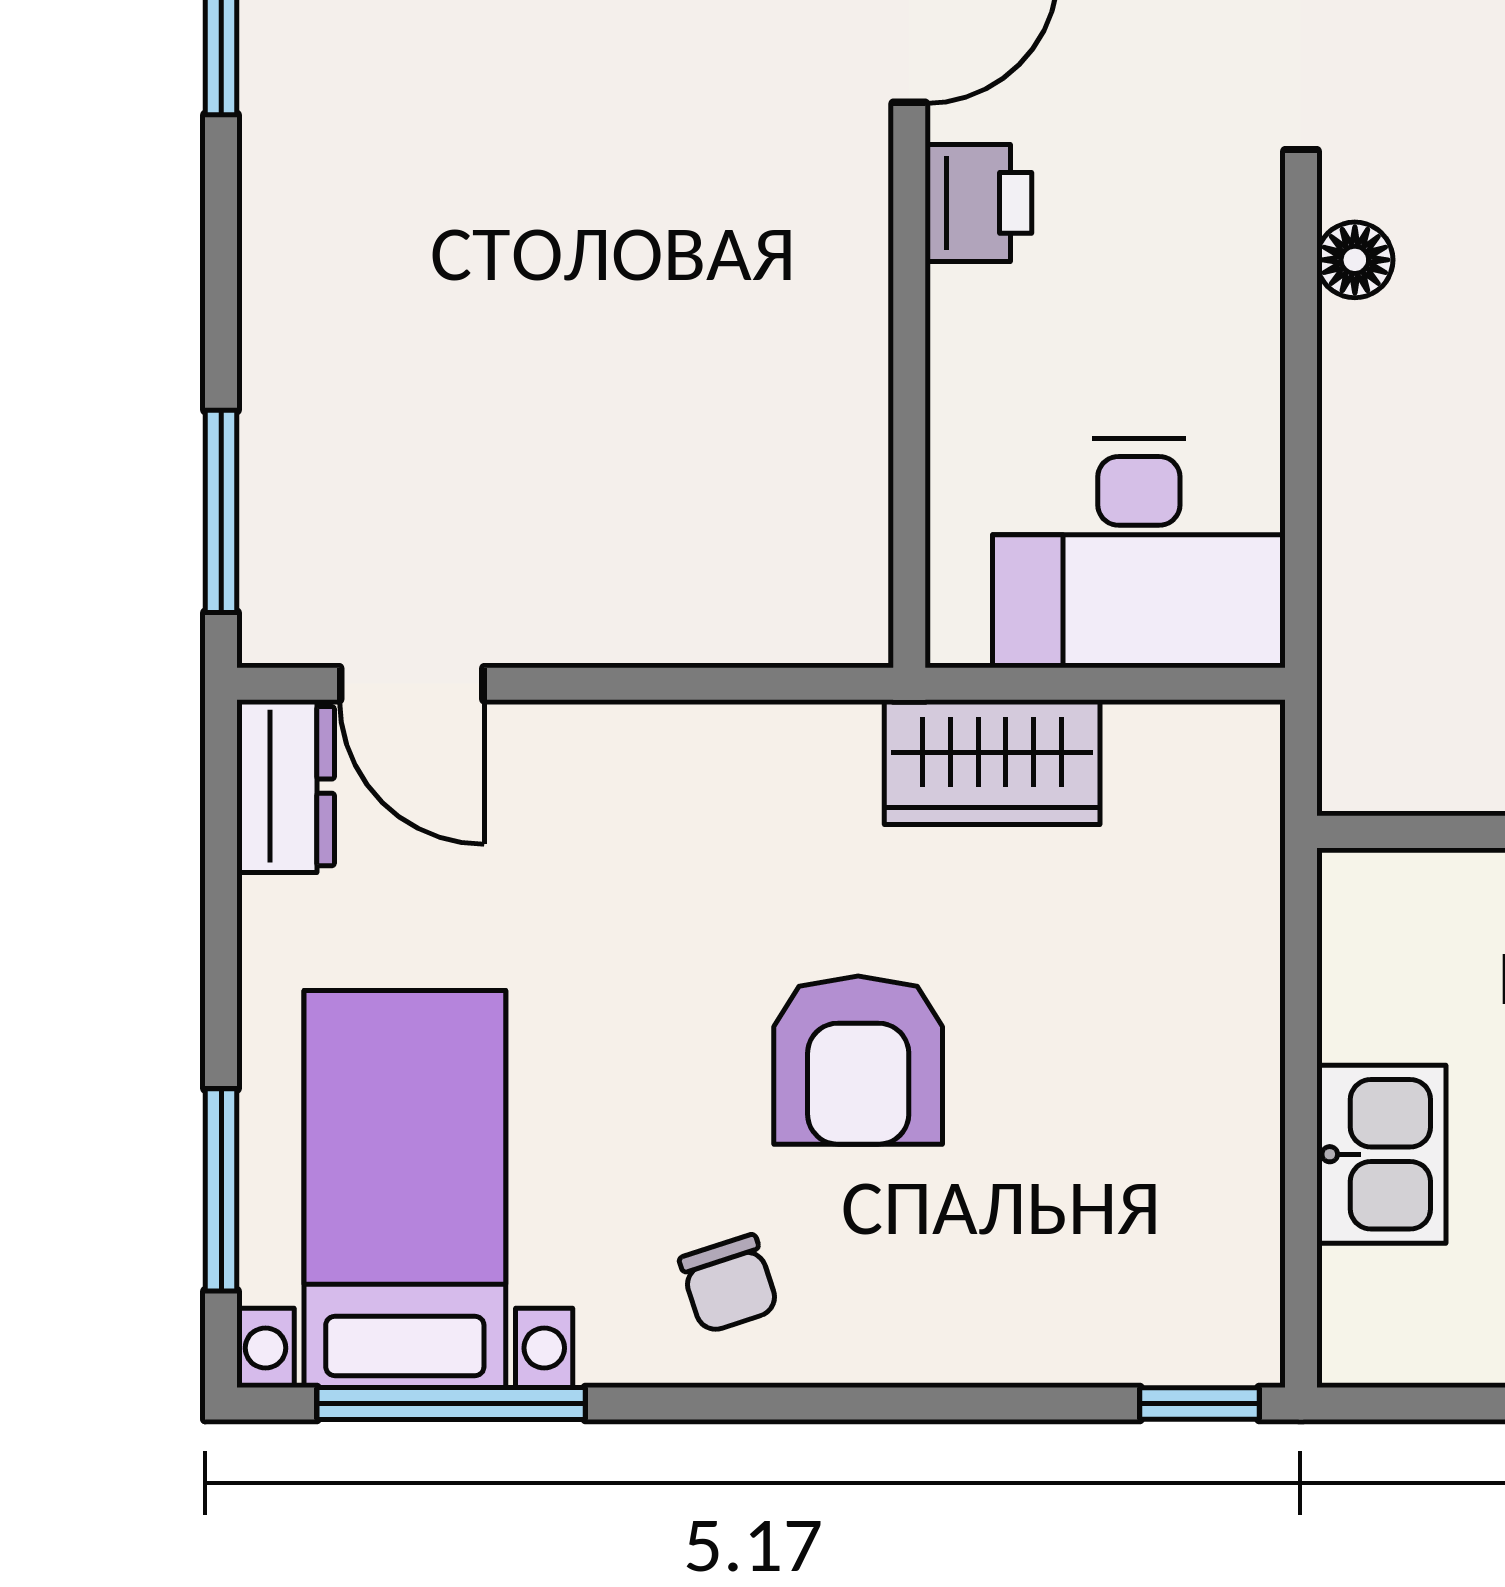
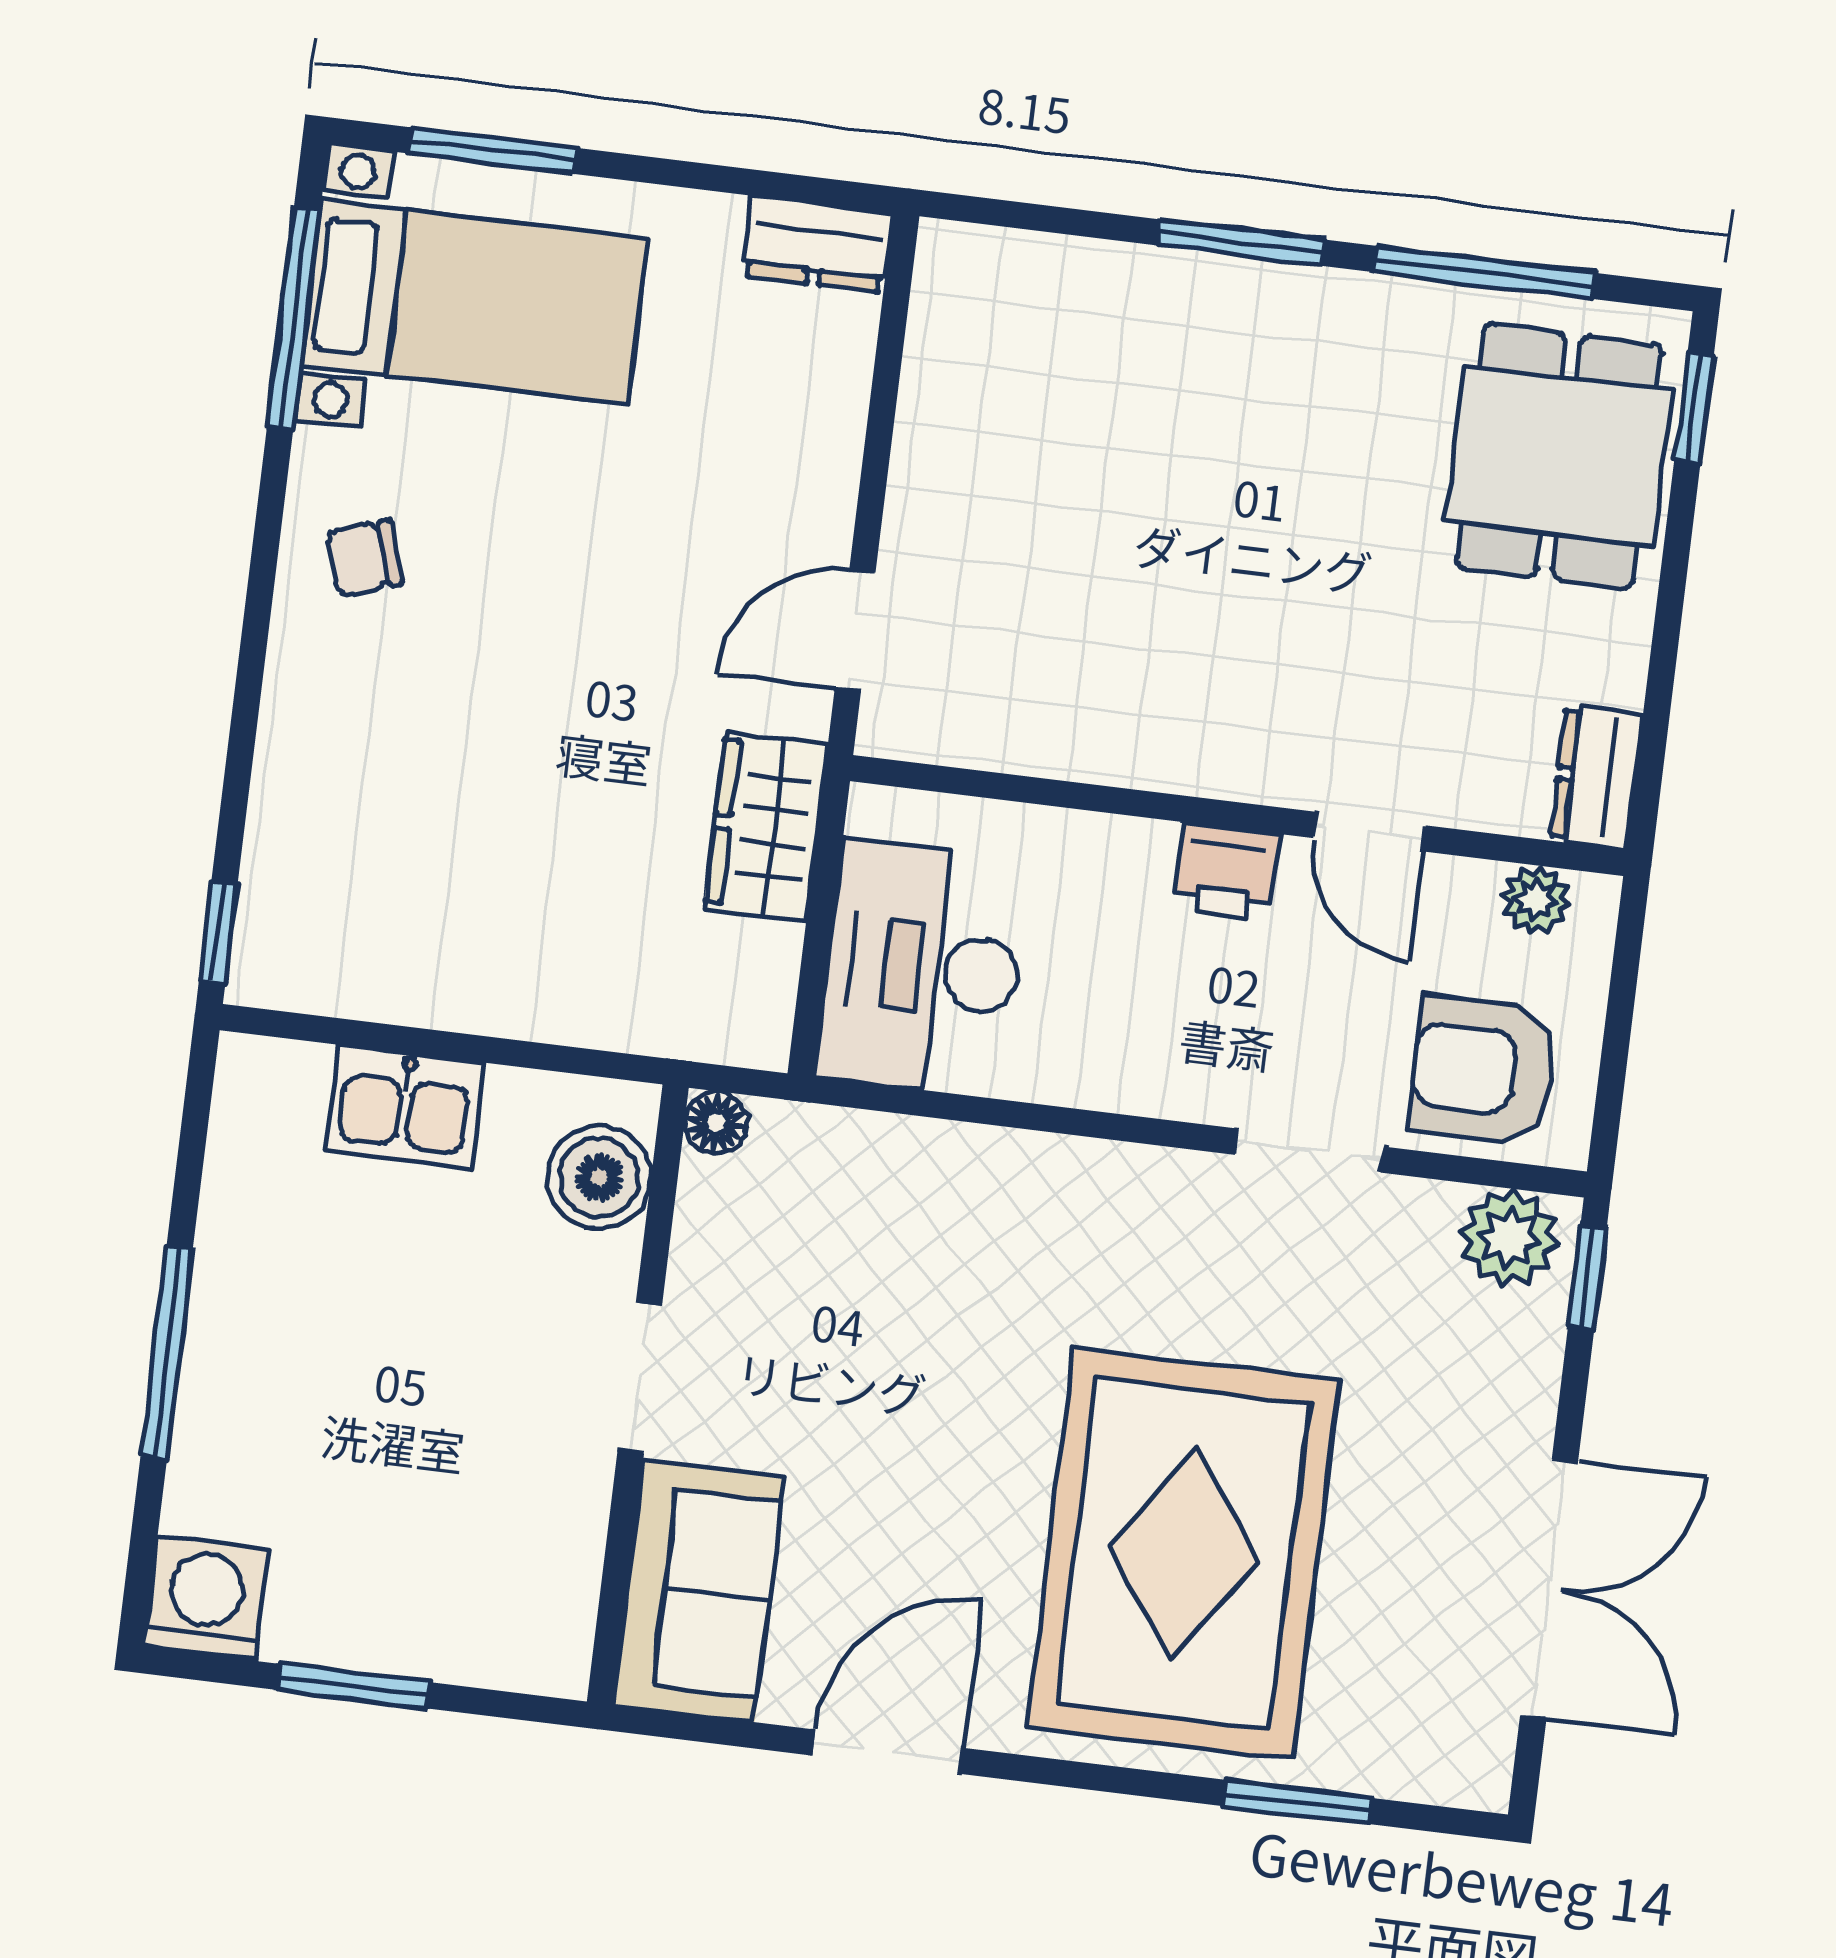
floor lamp: (1355, 260) -> (716, 1123), moved
window: (221, 511) -> (1241, 243), moved
door: (412, 684) -> (855, 630), moved
boiler: (1438, 910) -> (599, 1177), added
armchair: (858, 1060) -> (535, 687), removed

